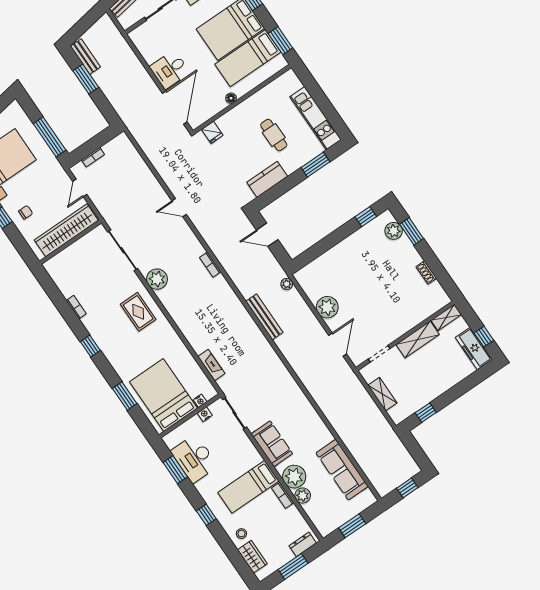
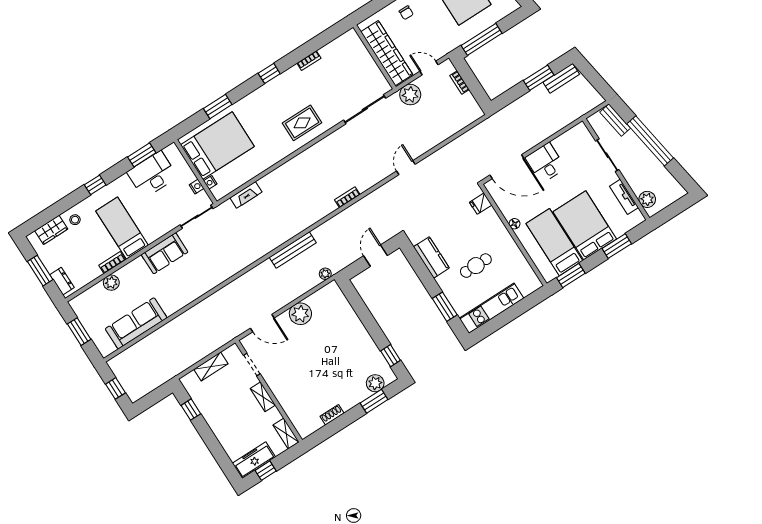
plant: (157, 279) -> (410, 95), moved
shelving: (418, 339) -> (263, 397), width x0.67, depth x0.75
plant: (294, 477) -> (131, 275), removed

